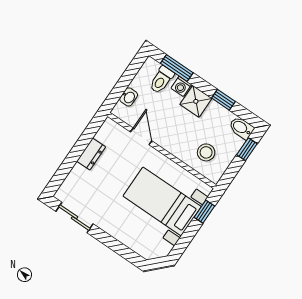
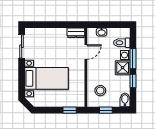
window: (177, 68) -> (133, 59), moved
window: (247, 149) -> (106, 110), moved
dresser: (91, 154) -> (76, 33), moved
bed with nightstands: (162, 201) -> (47, 78), moved, turned 90

